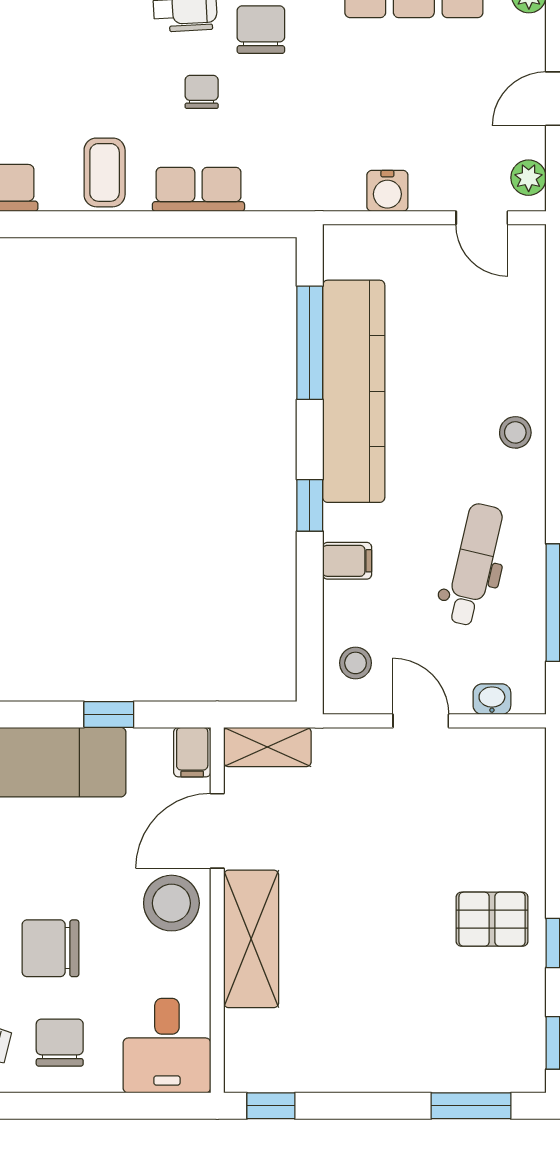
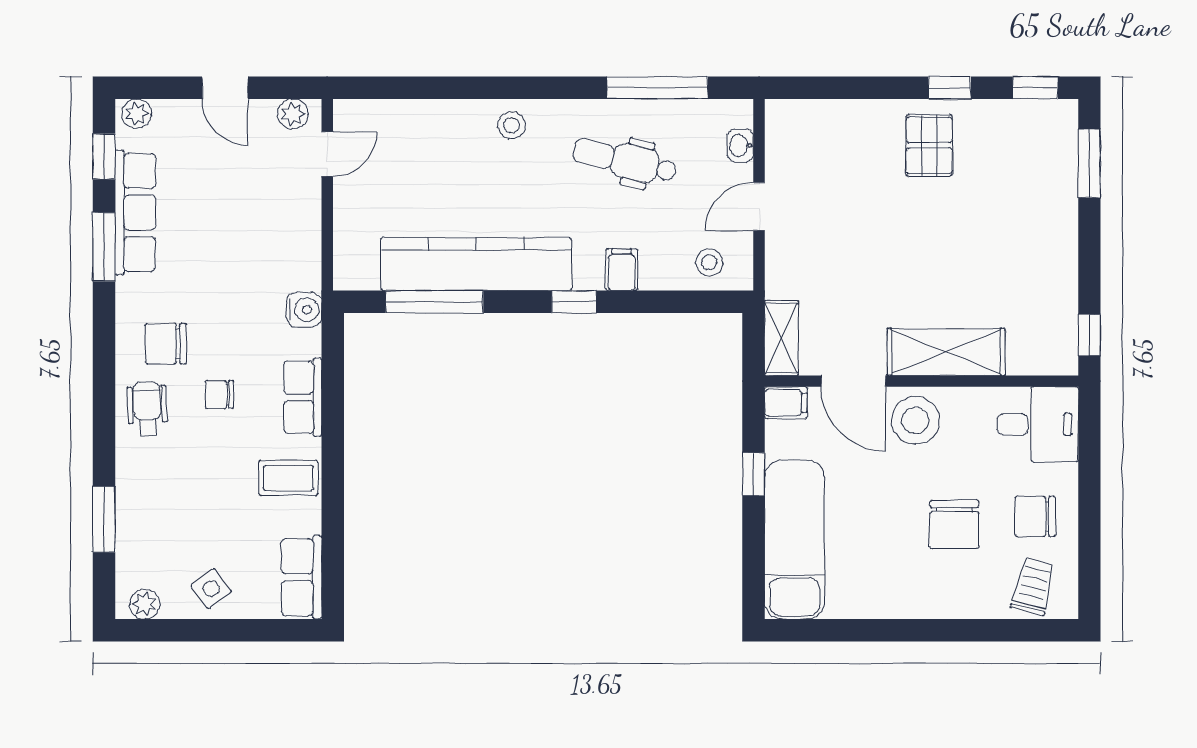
water cooler: (387, 191) -> (304, 310), moved

